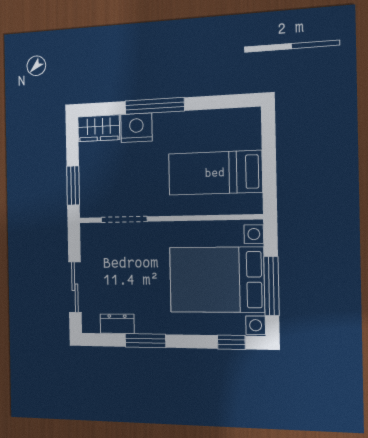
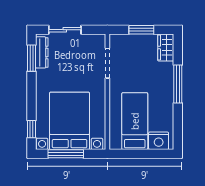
nightstand: (136, 128) -> (159, 141), moved, turned 90
window: (73, 185) -> (141, 30), moved
dresser: (117, 324) -> (42, 52), width x1.44
window: (145, 341) -> (31, 58), moved

